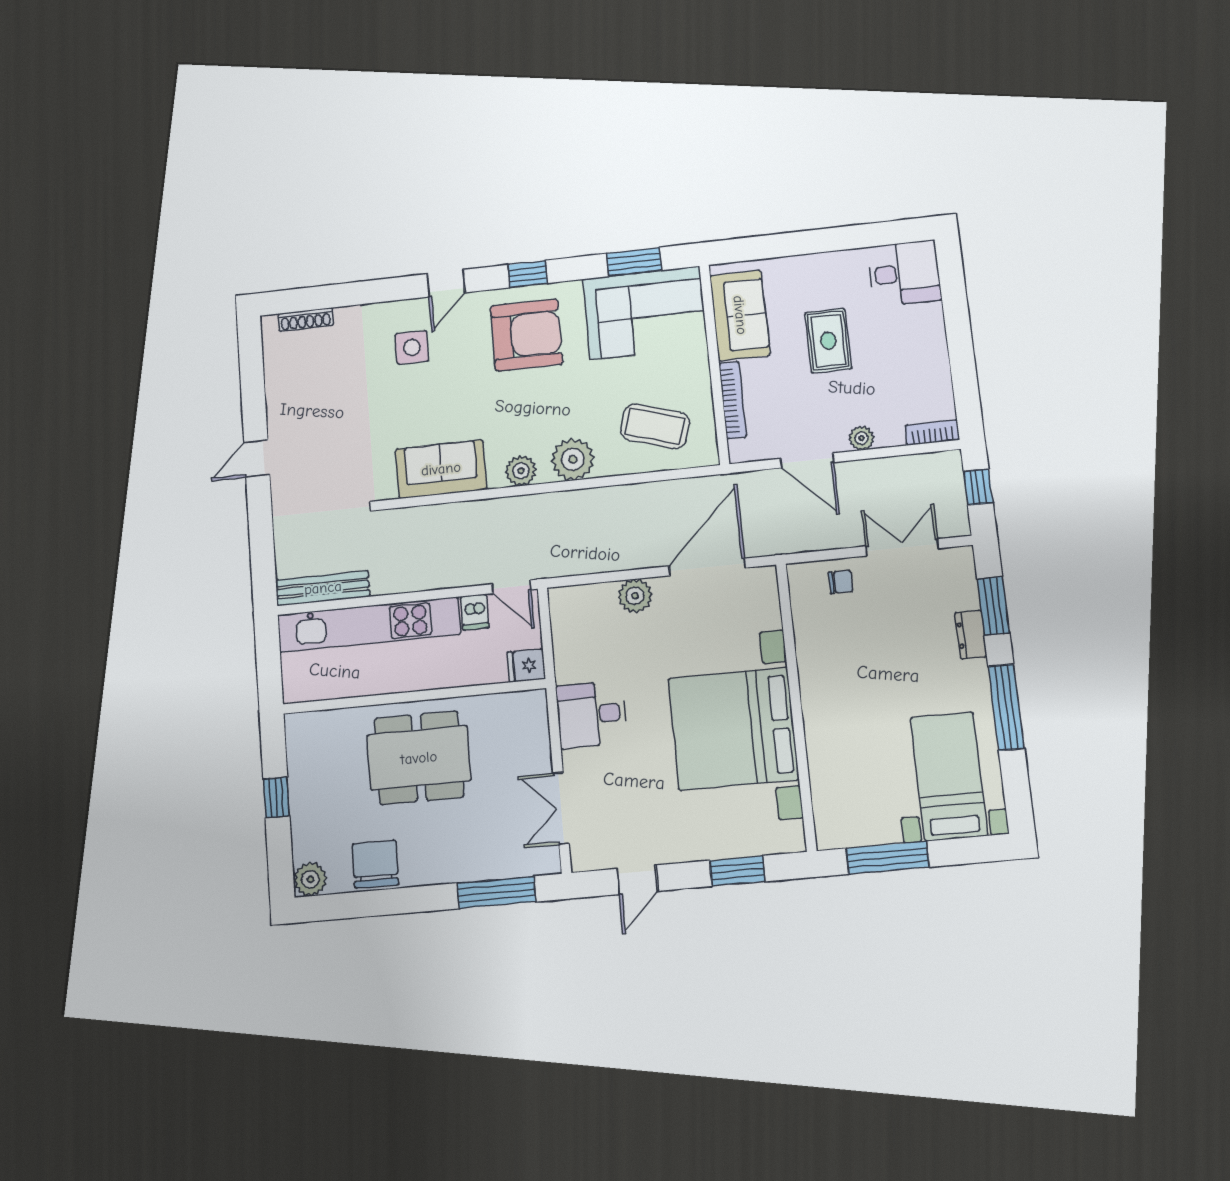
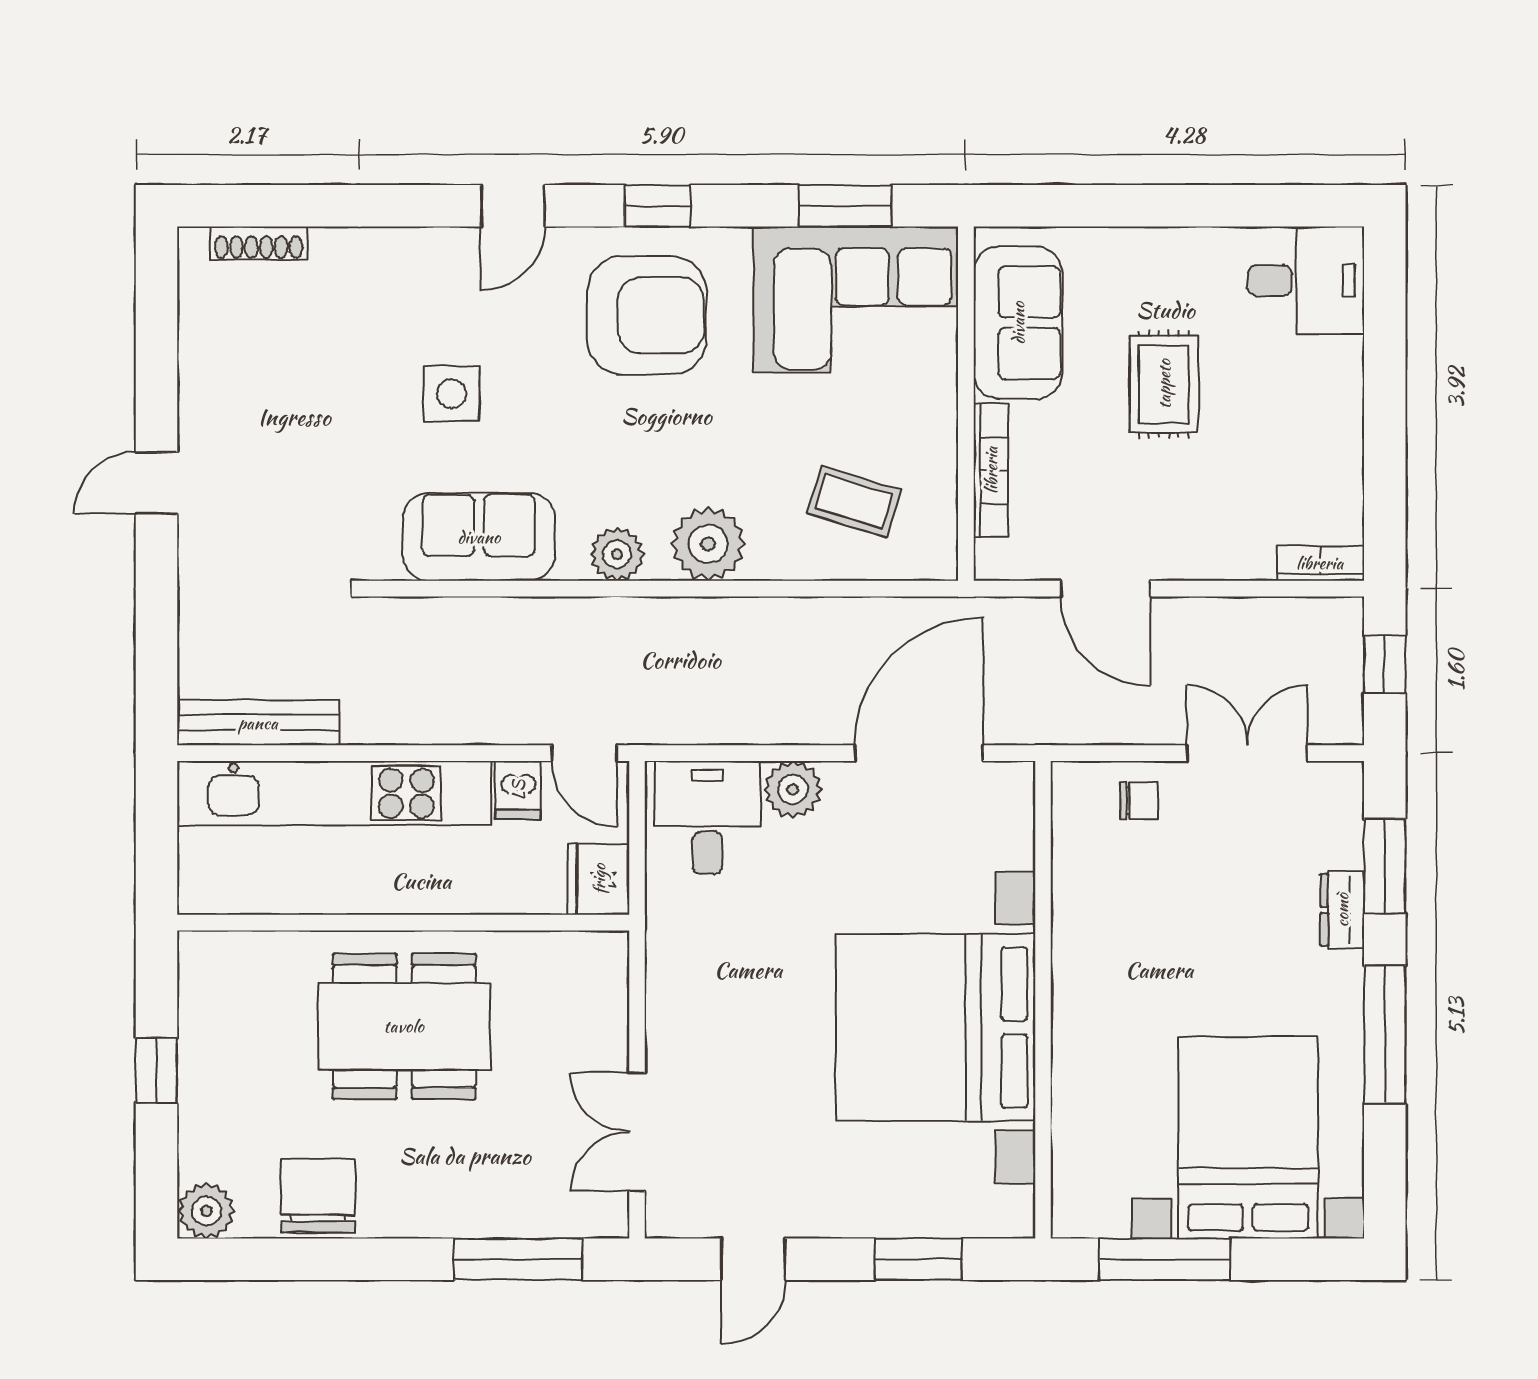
side table: (412, 347) -> (451, 394), moved
coffee table: (655, 426) -> (854, 502), width x0.73, depth x0.77
plant: (861, 438) -> (1201, 560), removed
fridge: (526, 666) -> (599, 879), width x1.38
desk: (591, 714) -> (707, 818), moved, turned 90
bed with nightstands: (949, 776) -> (1248, 1138), width x1.36

